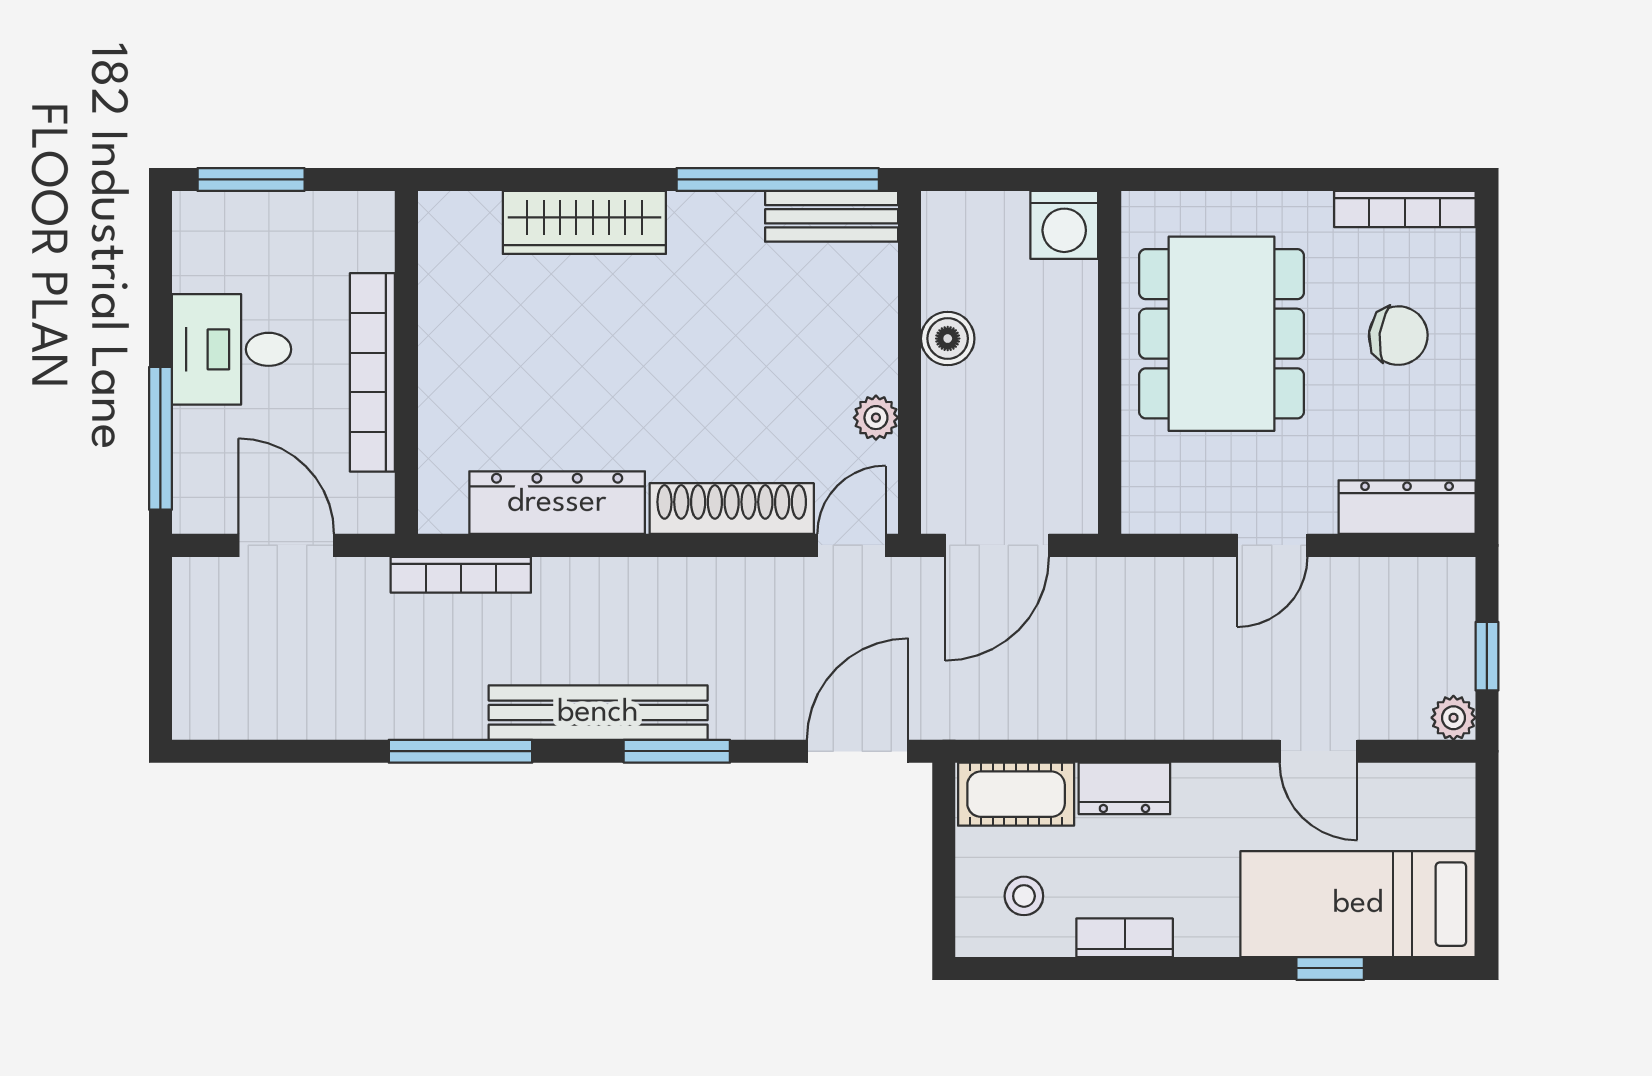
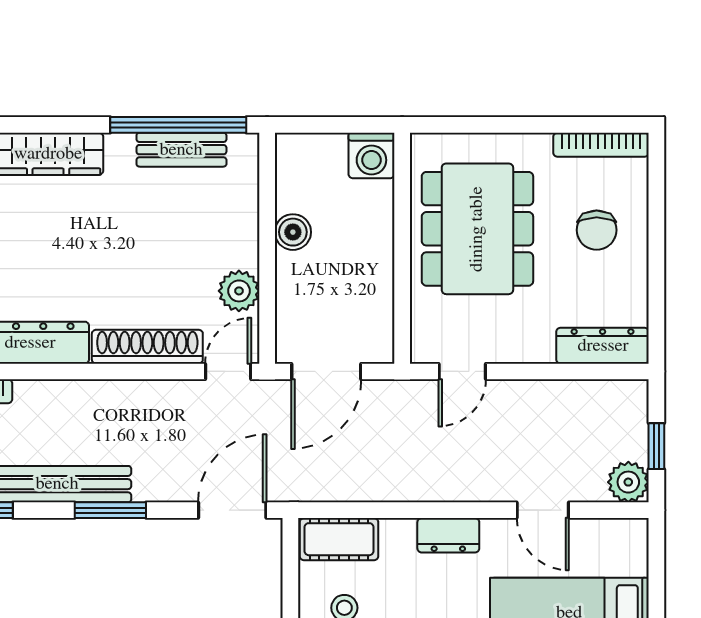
bench: (832, 216) -> (181, 150), moved
chair: (1398, 336) -> (597, 230), turned 83
plant: (876, 418) -> (239, 291), width x1.38, depth x1.38
door: (1272, 545) -> (462, 371), moved
plant: (1453, 718) -> (628, 482), width x1.38, depth x1.38
dresser: (1124, 788) -> (448, 535), moved

